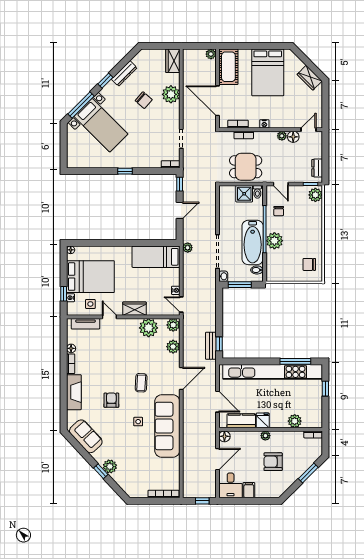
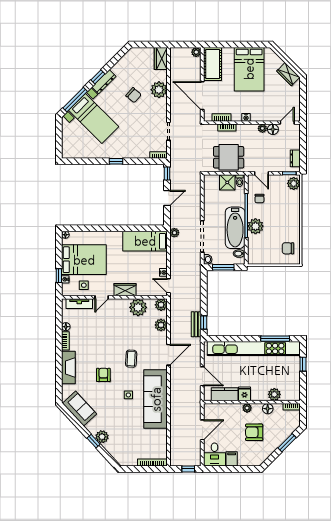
dresser: (124, 73) -> (104, 82), moved
door: (109, 317) -> (102, 297), swing flipped
floor lamp: (224, 436) -> (268, 409), moved

